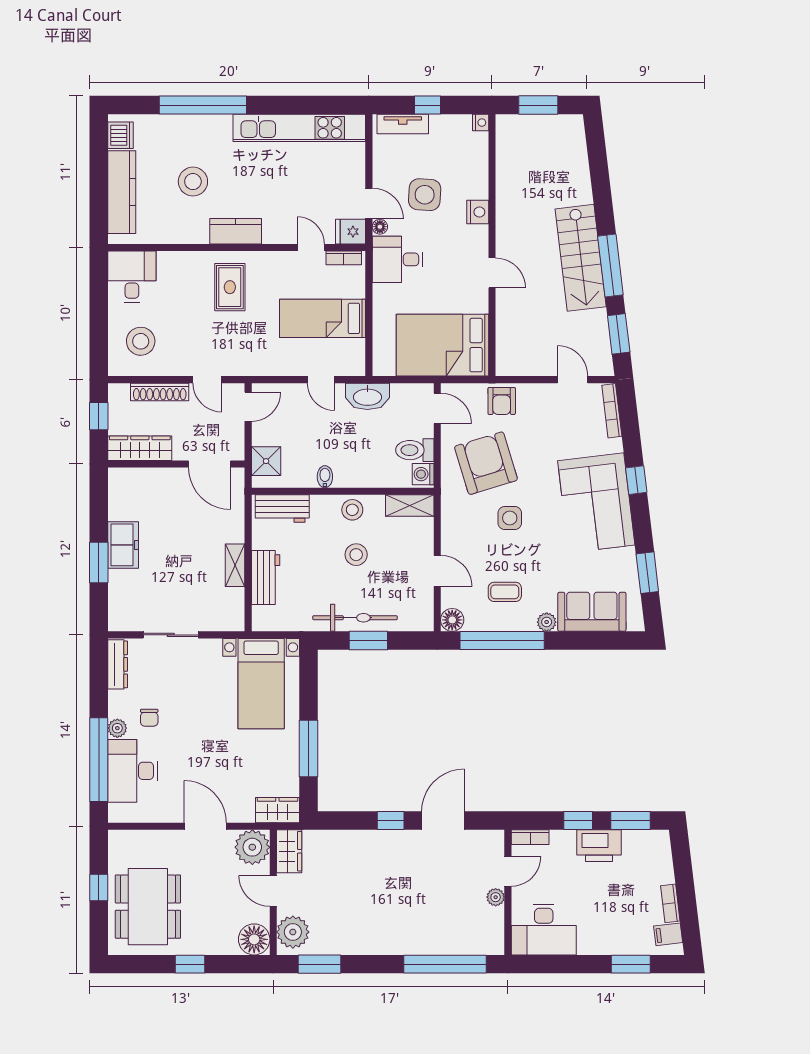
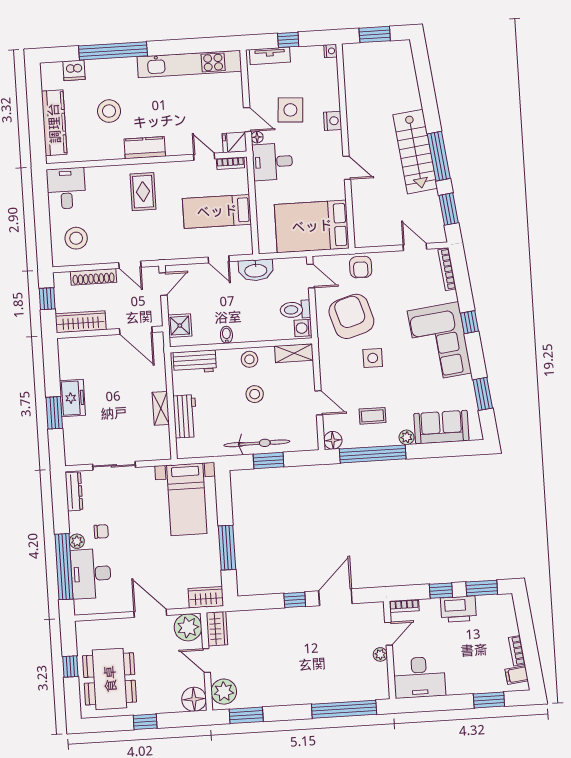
dishwasher: (121, 135) -> (74, 70), moved, turned 90
chair: (149, 718) -> (101, 531), turned -90

